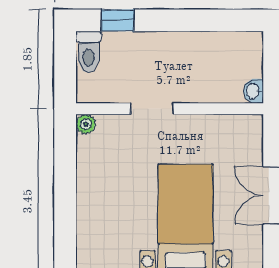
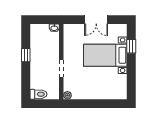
window: (118, 20) -> (26, 55), moved

